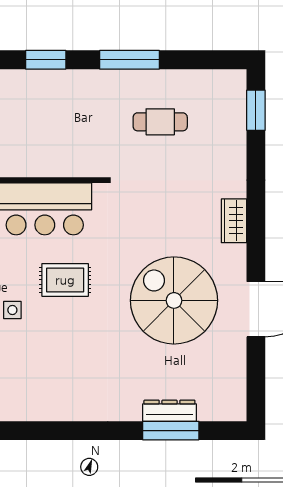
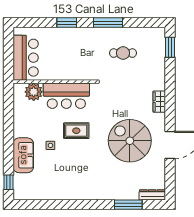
dresser: (169, 411) -> (152, 195), moved

